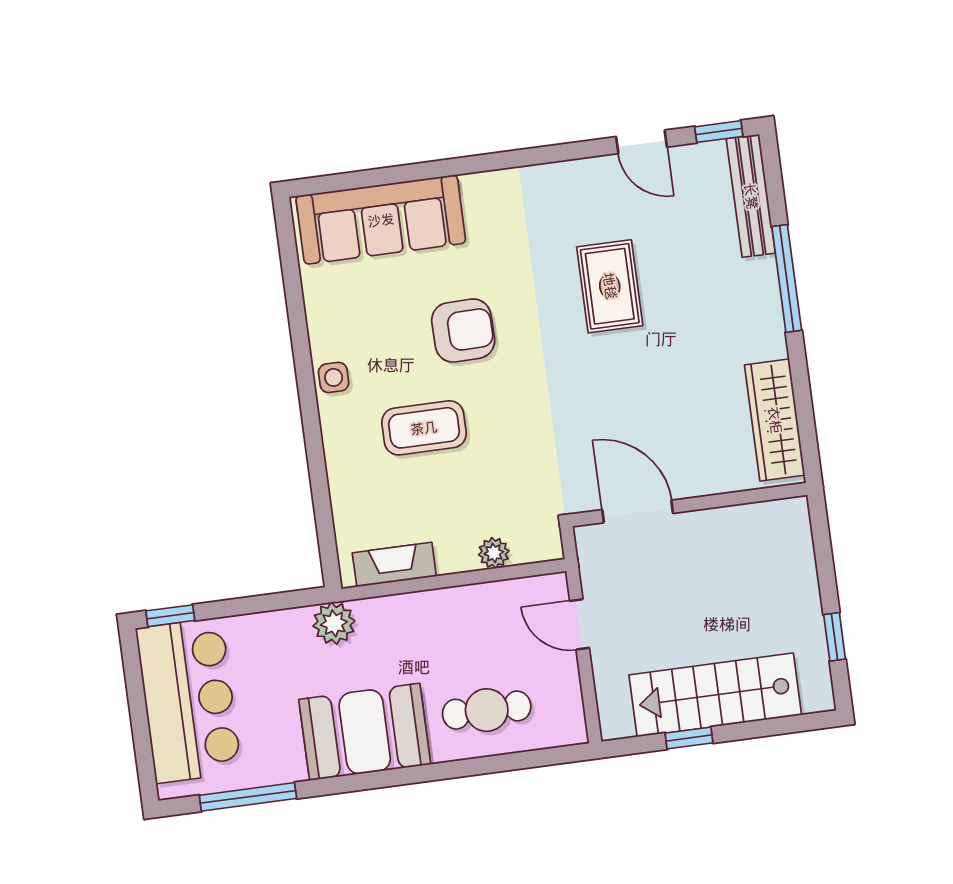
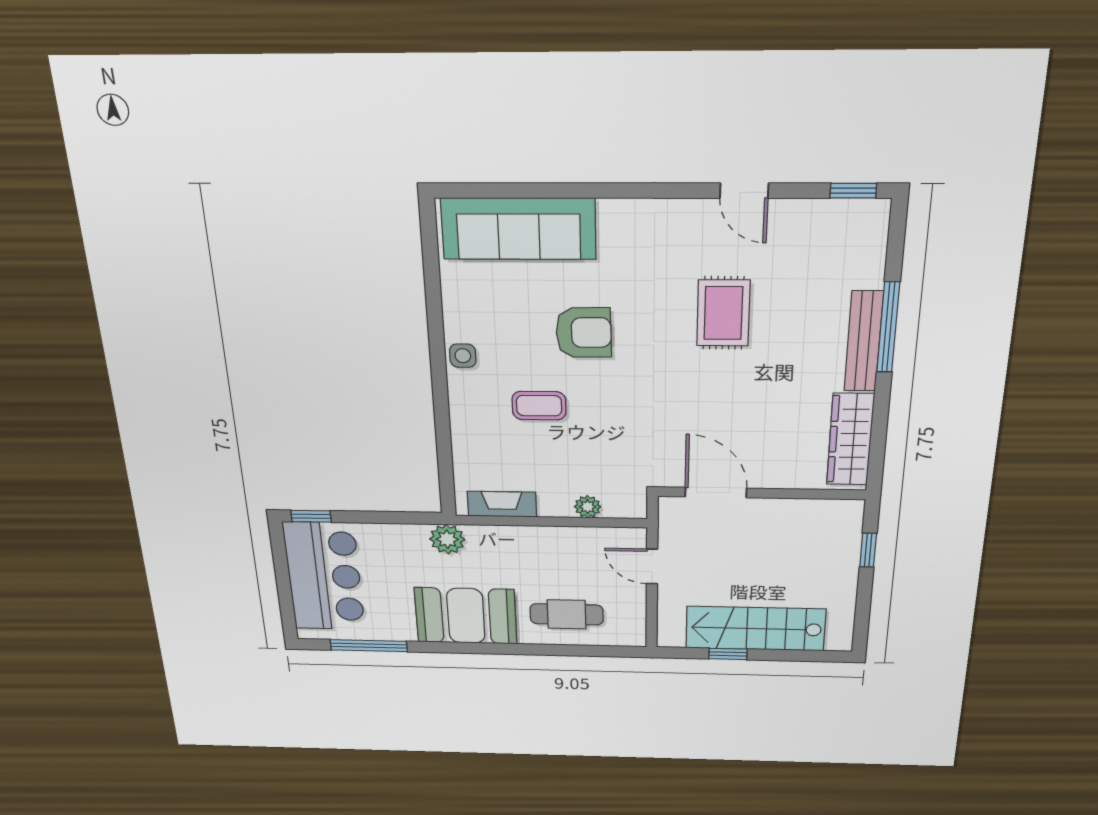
door: (641, 142) -> (744, 191), moved
bench: (751, 196) -> (864, 341), moved
coffee table: (424, 428) -> (539, 406), width x0.73, depth x0.77
window: (835, 637) -> (868, 550), moved

